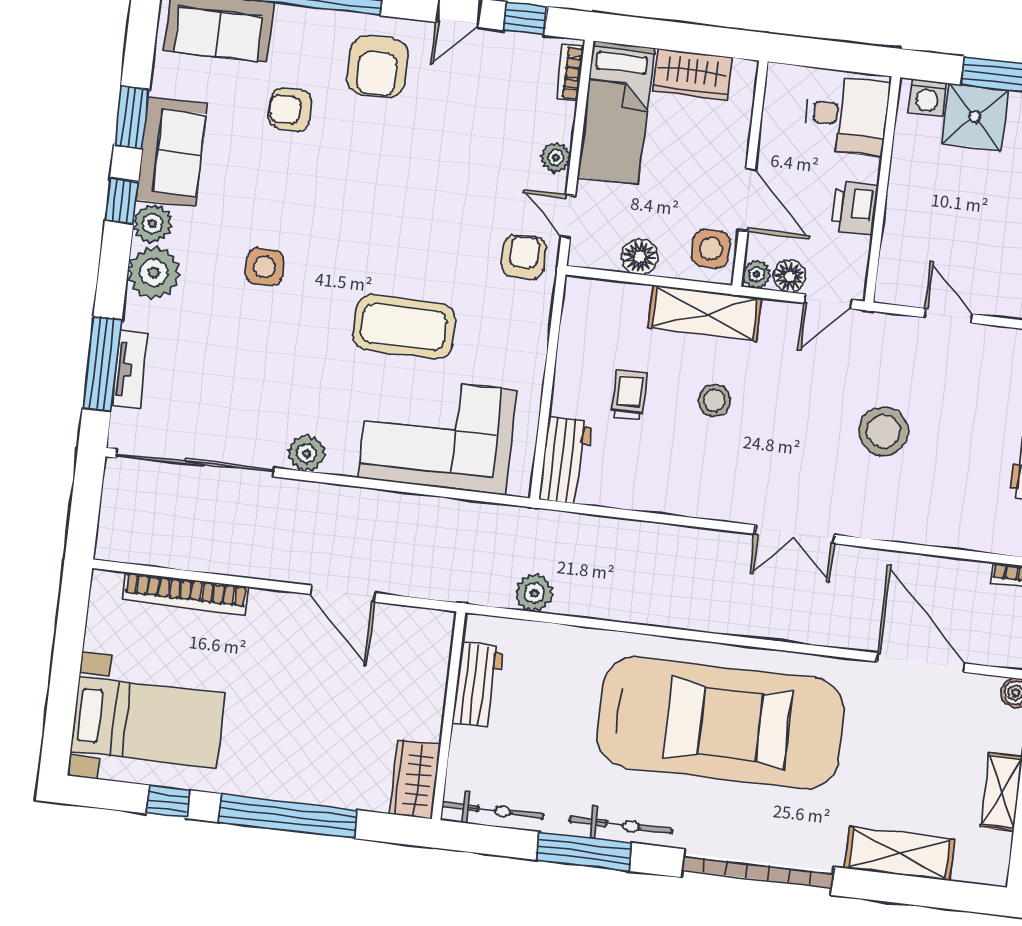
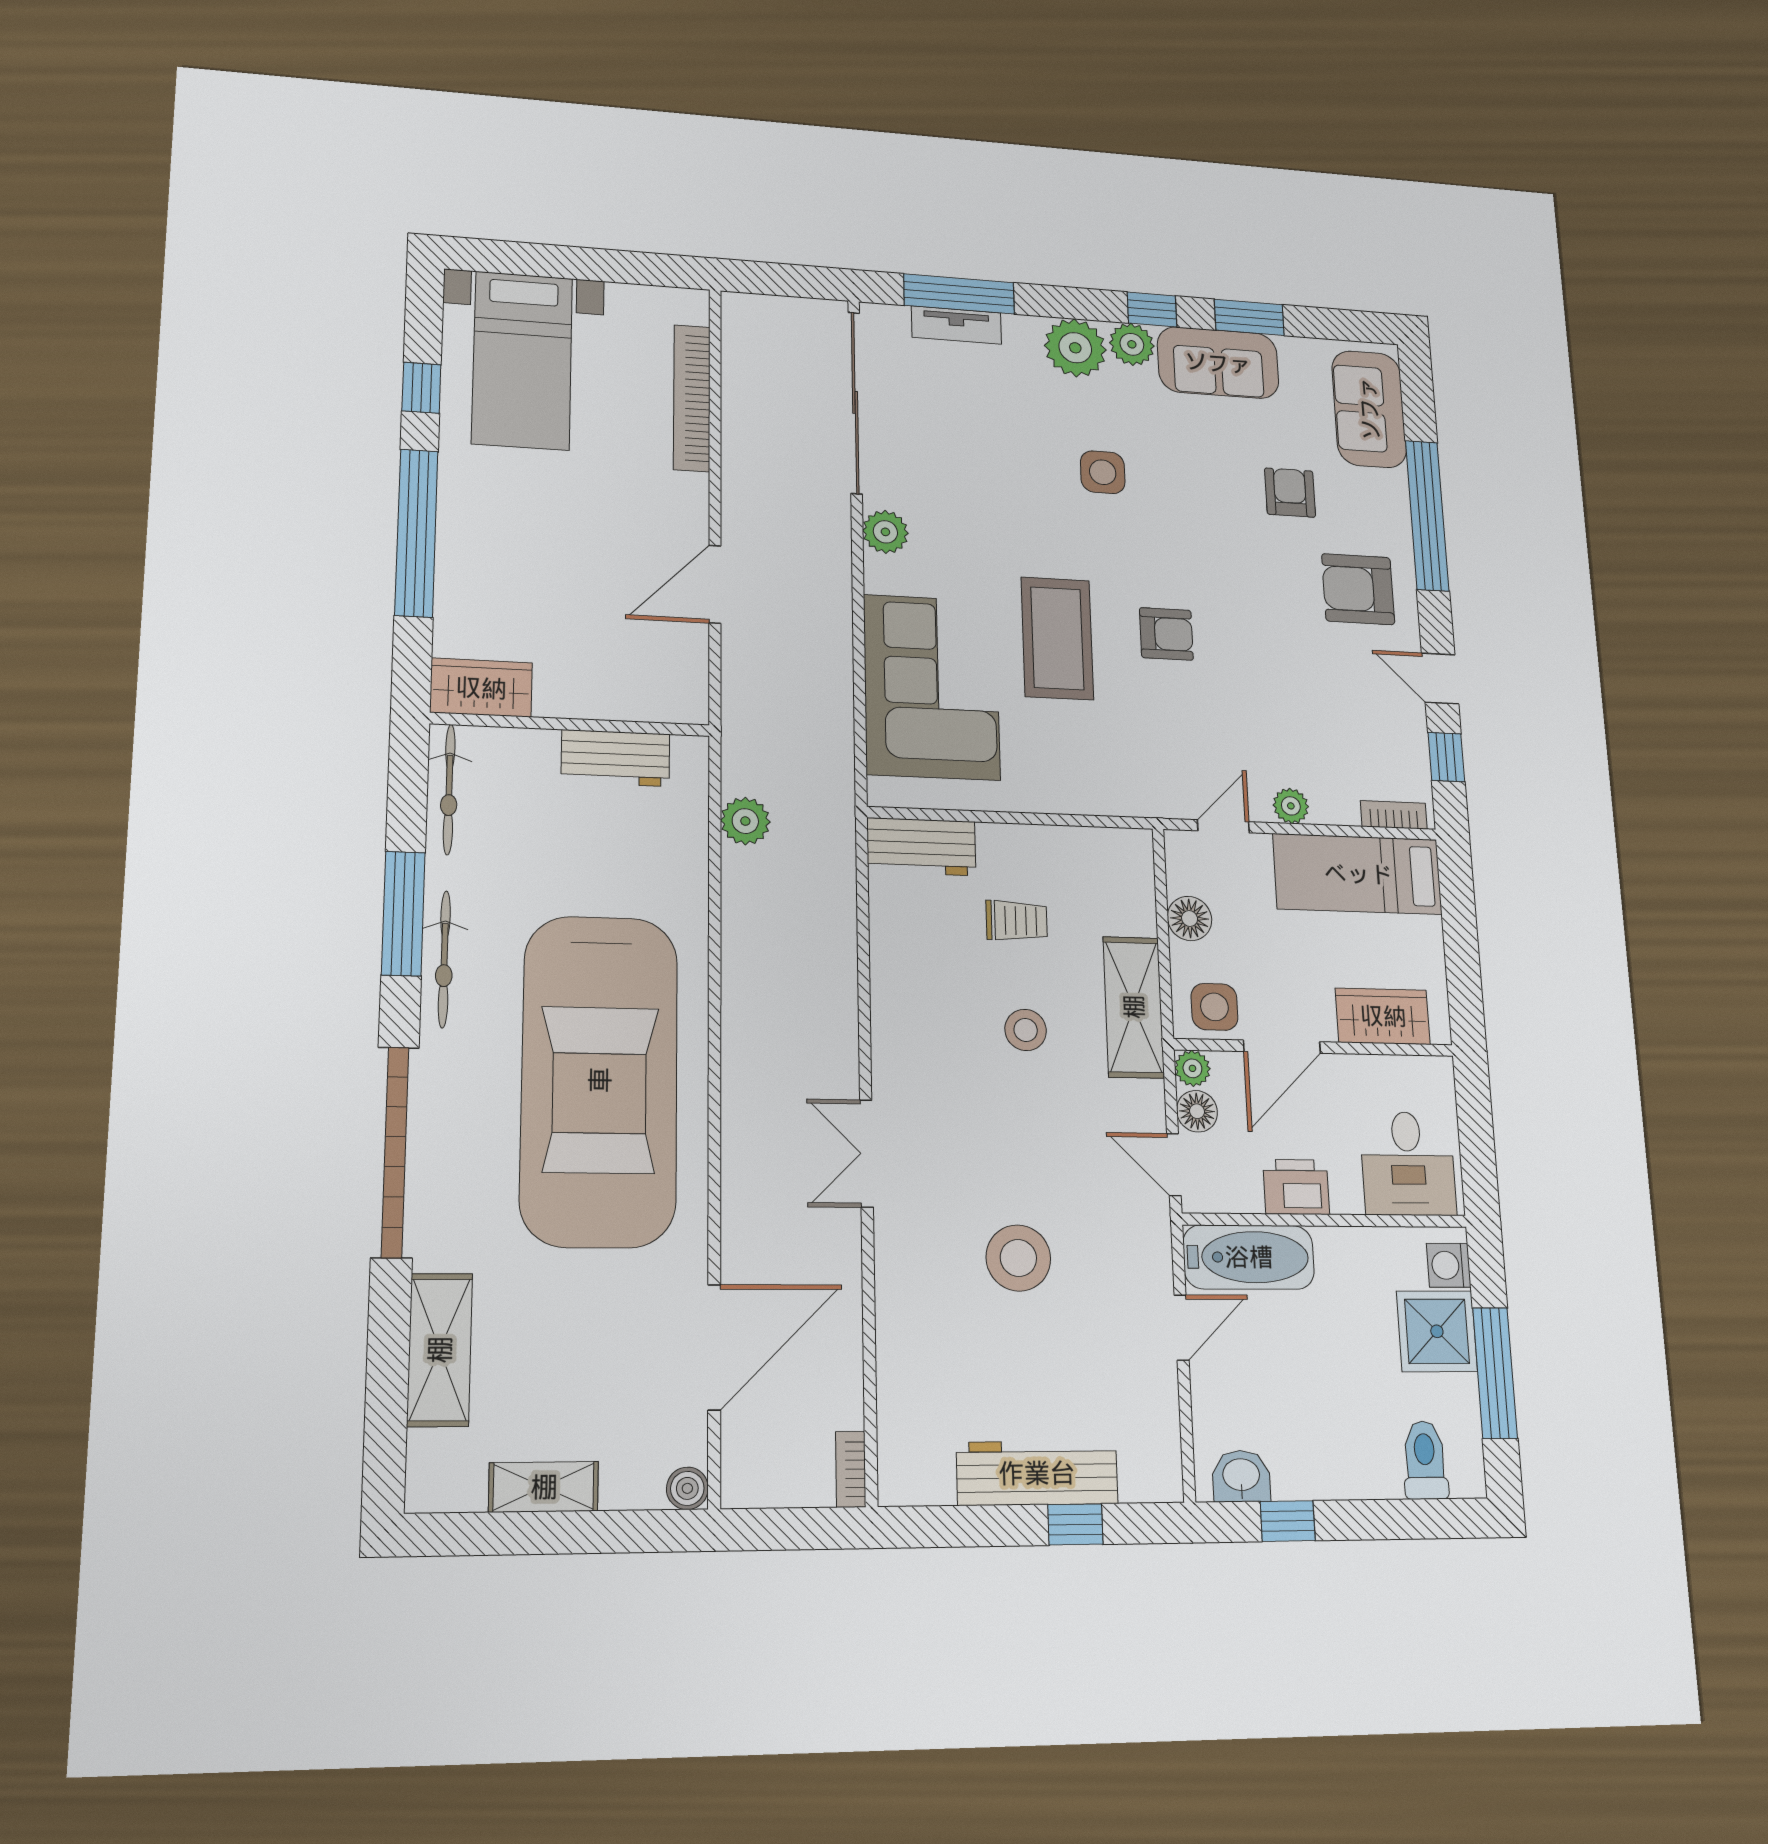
wardrobe: (692, 74) -> (1383, 1016), moved, turned 90
bathtub: (903, 255) -> (1249, 1257), added
armchair: (524, 257) -> (1166, 634), moved

